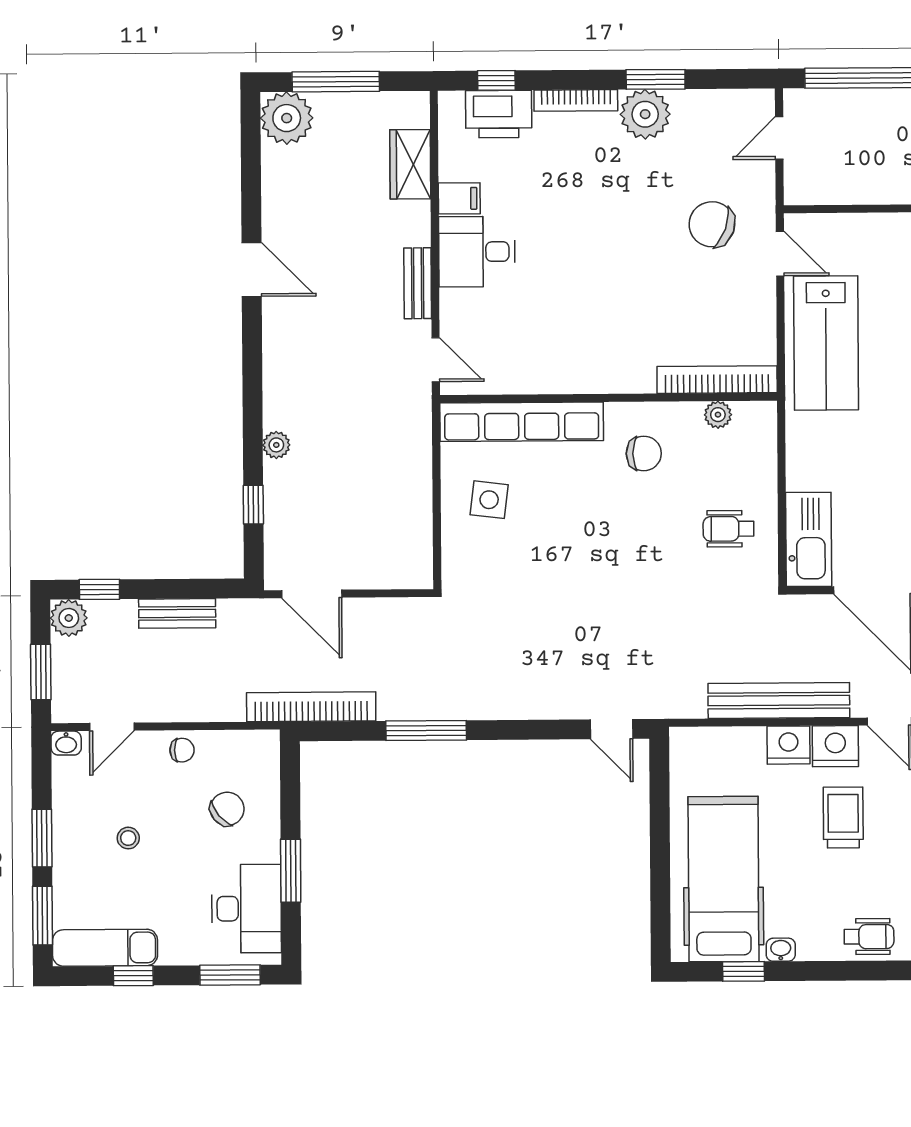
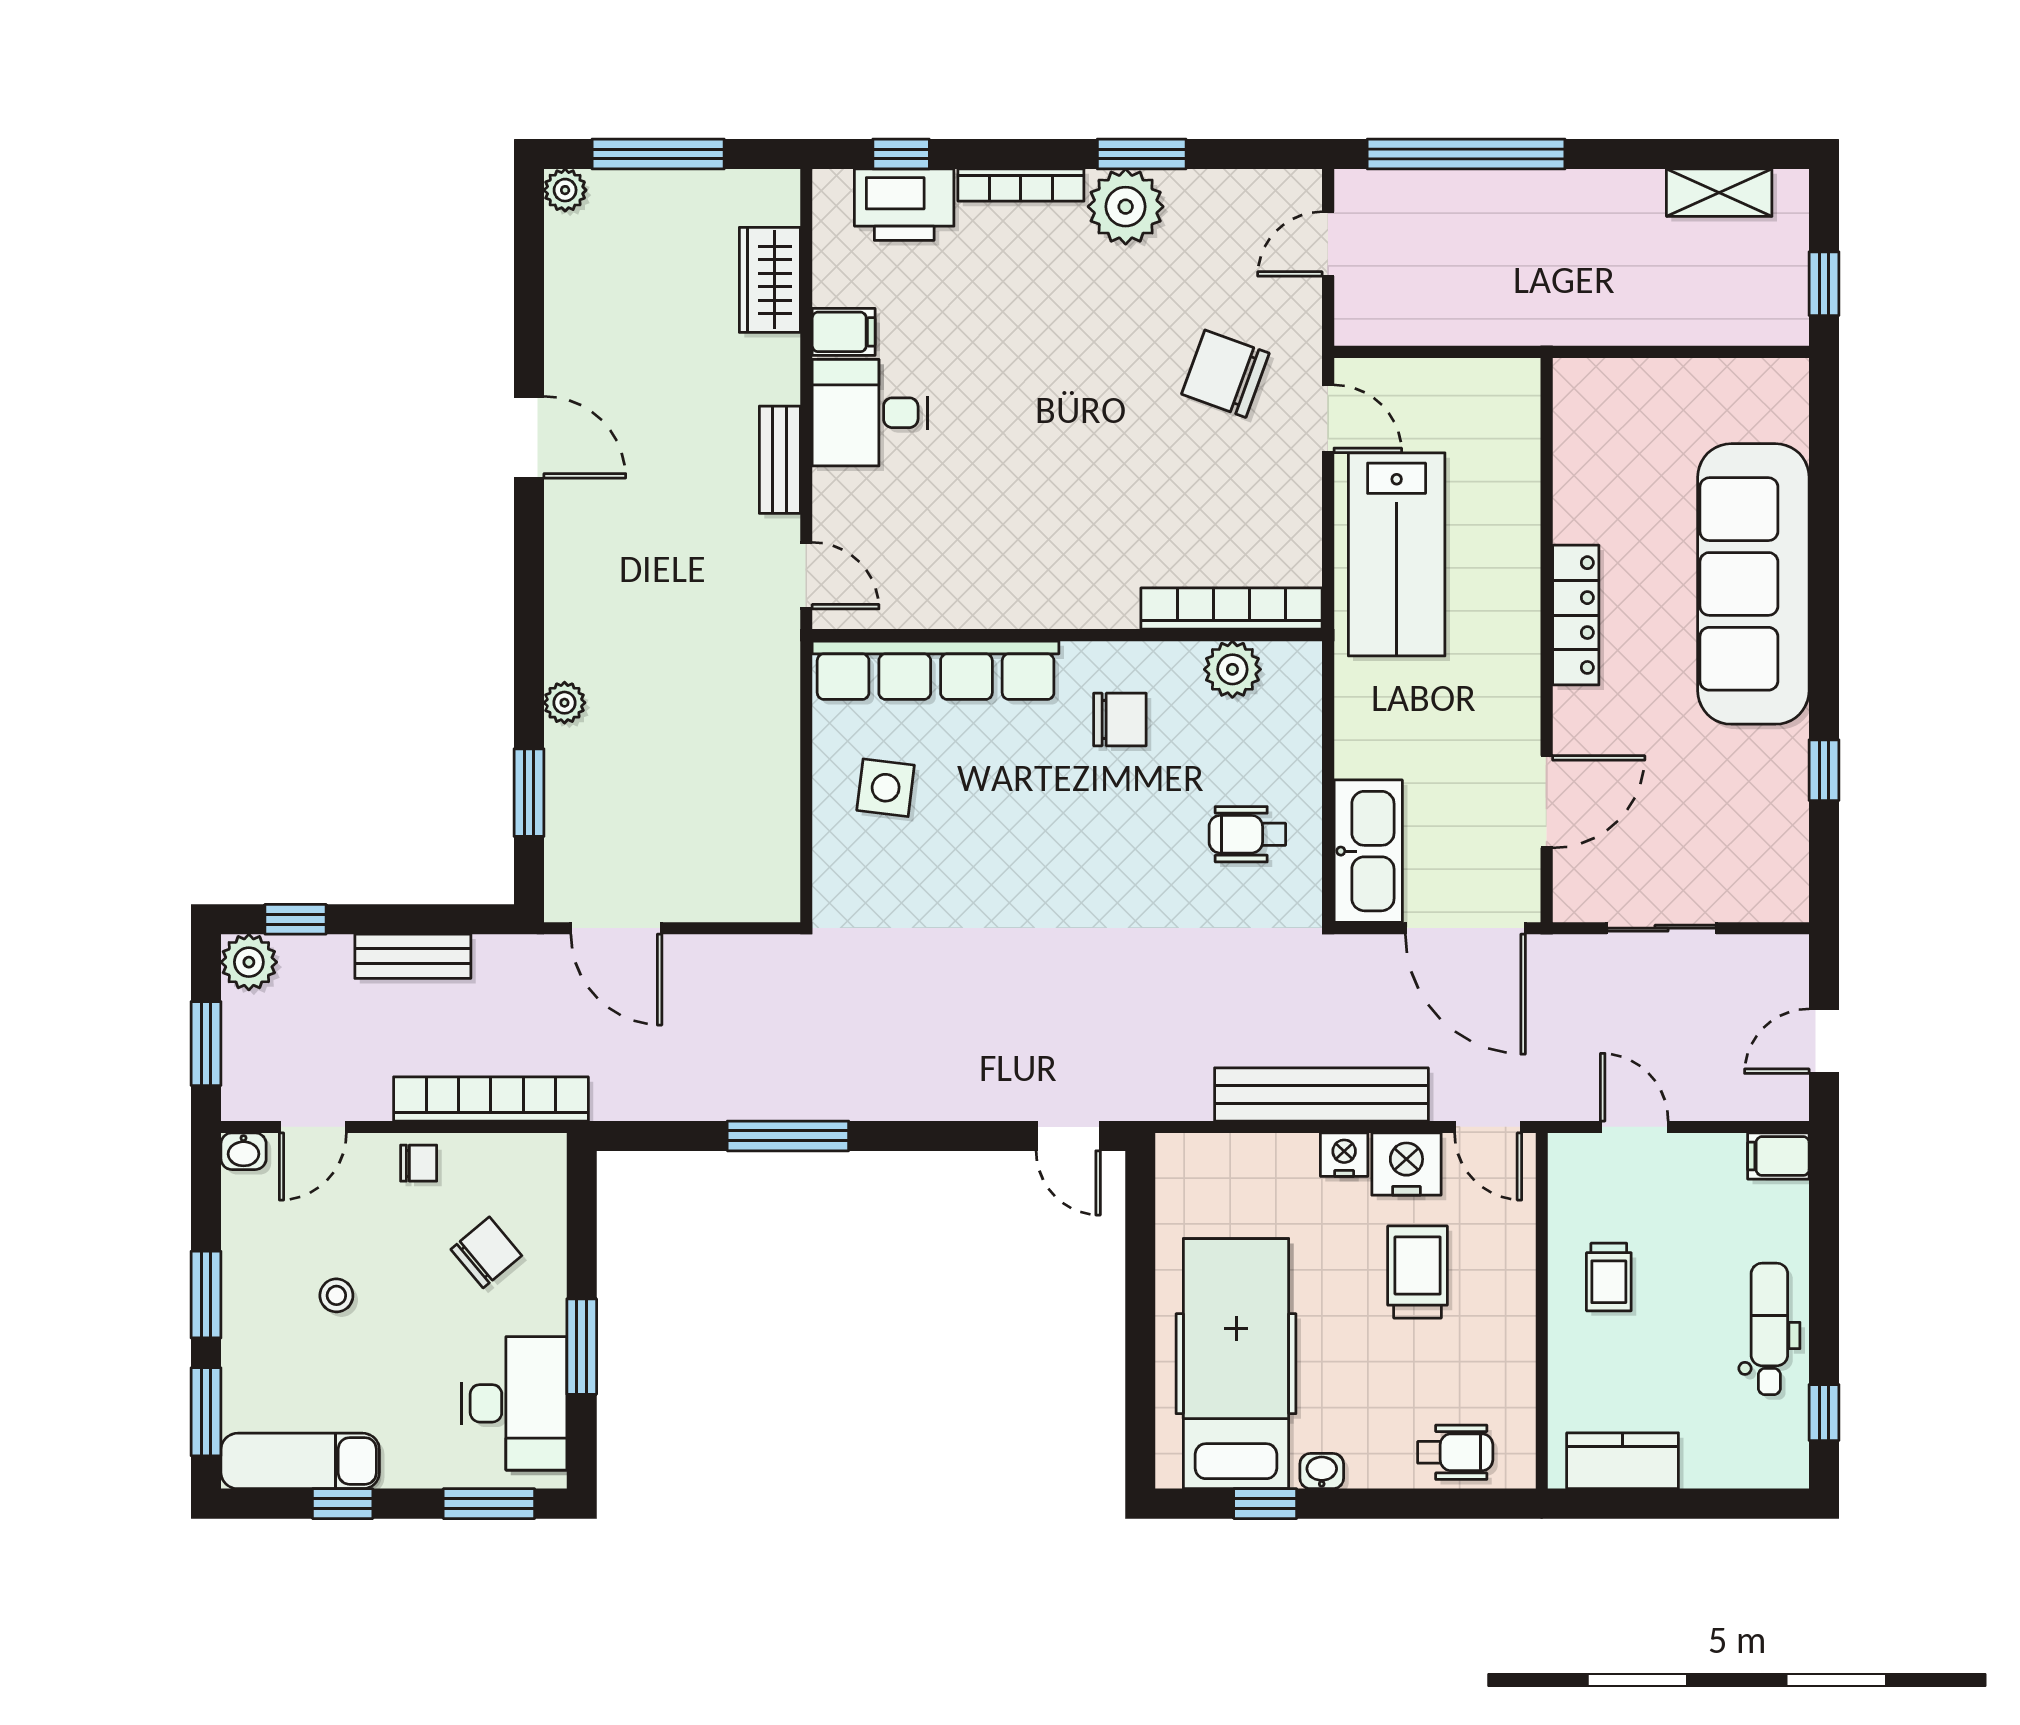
plant: (287, 118) -> (565, 190), width x0.53, depth x0.53
plant: (718, 415) -> (1232, 669), width x1.38, depth x1.38
window: (253, 505) -> (529, 793), width x1.50
bookcase: (311, 707) -> (491, 1099), moved
nightstand: (789, 745) -> (1344, 1155), width x0.74, depth x0.75

